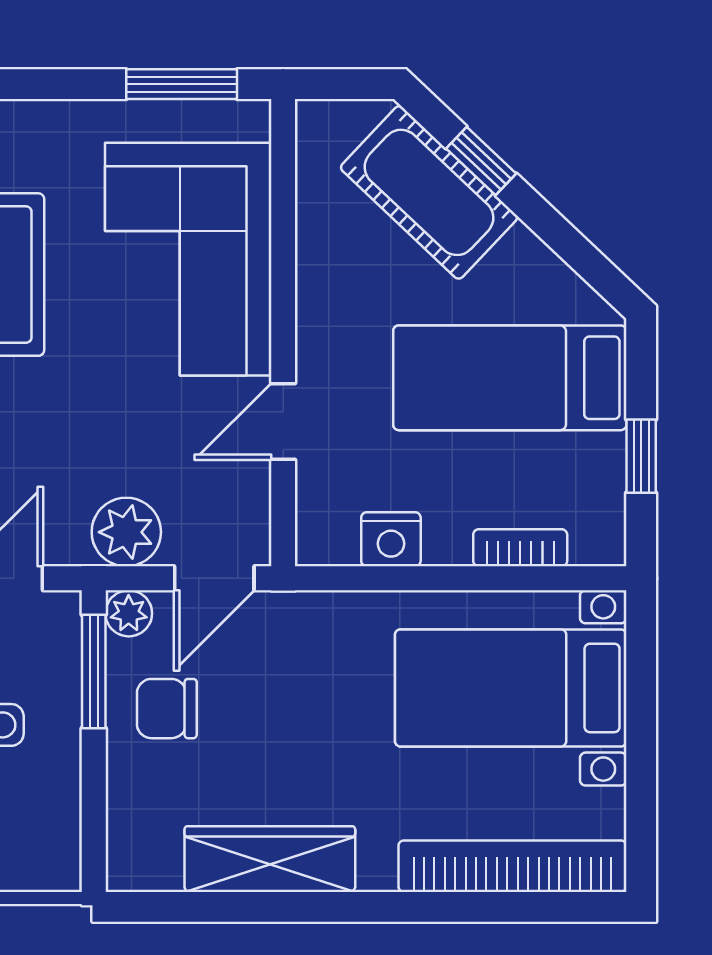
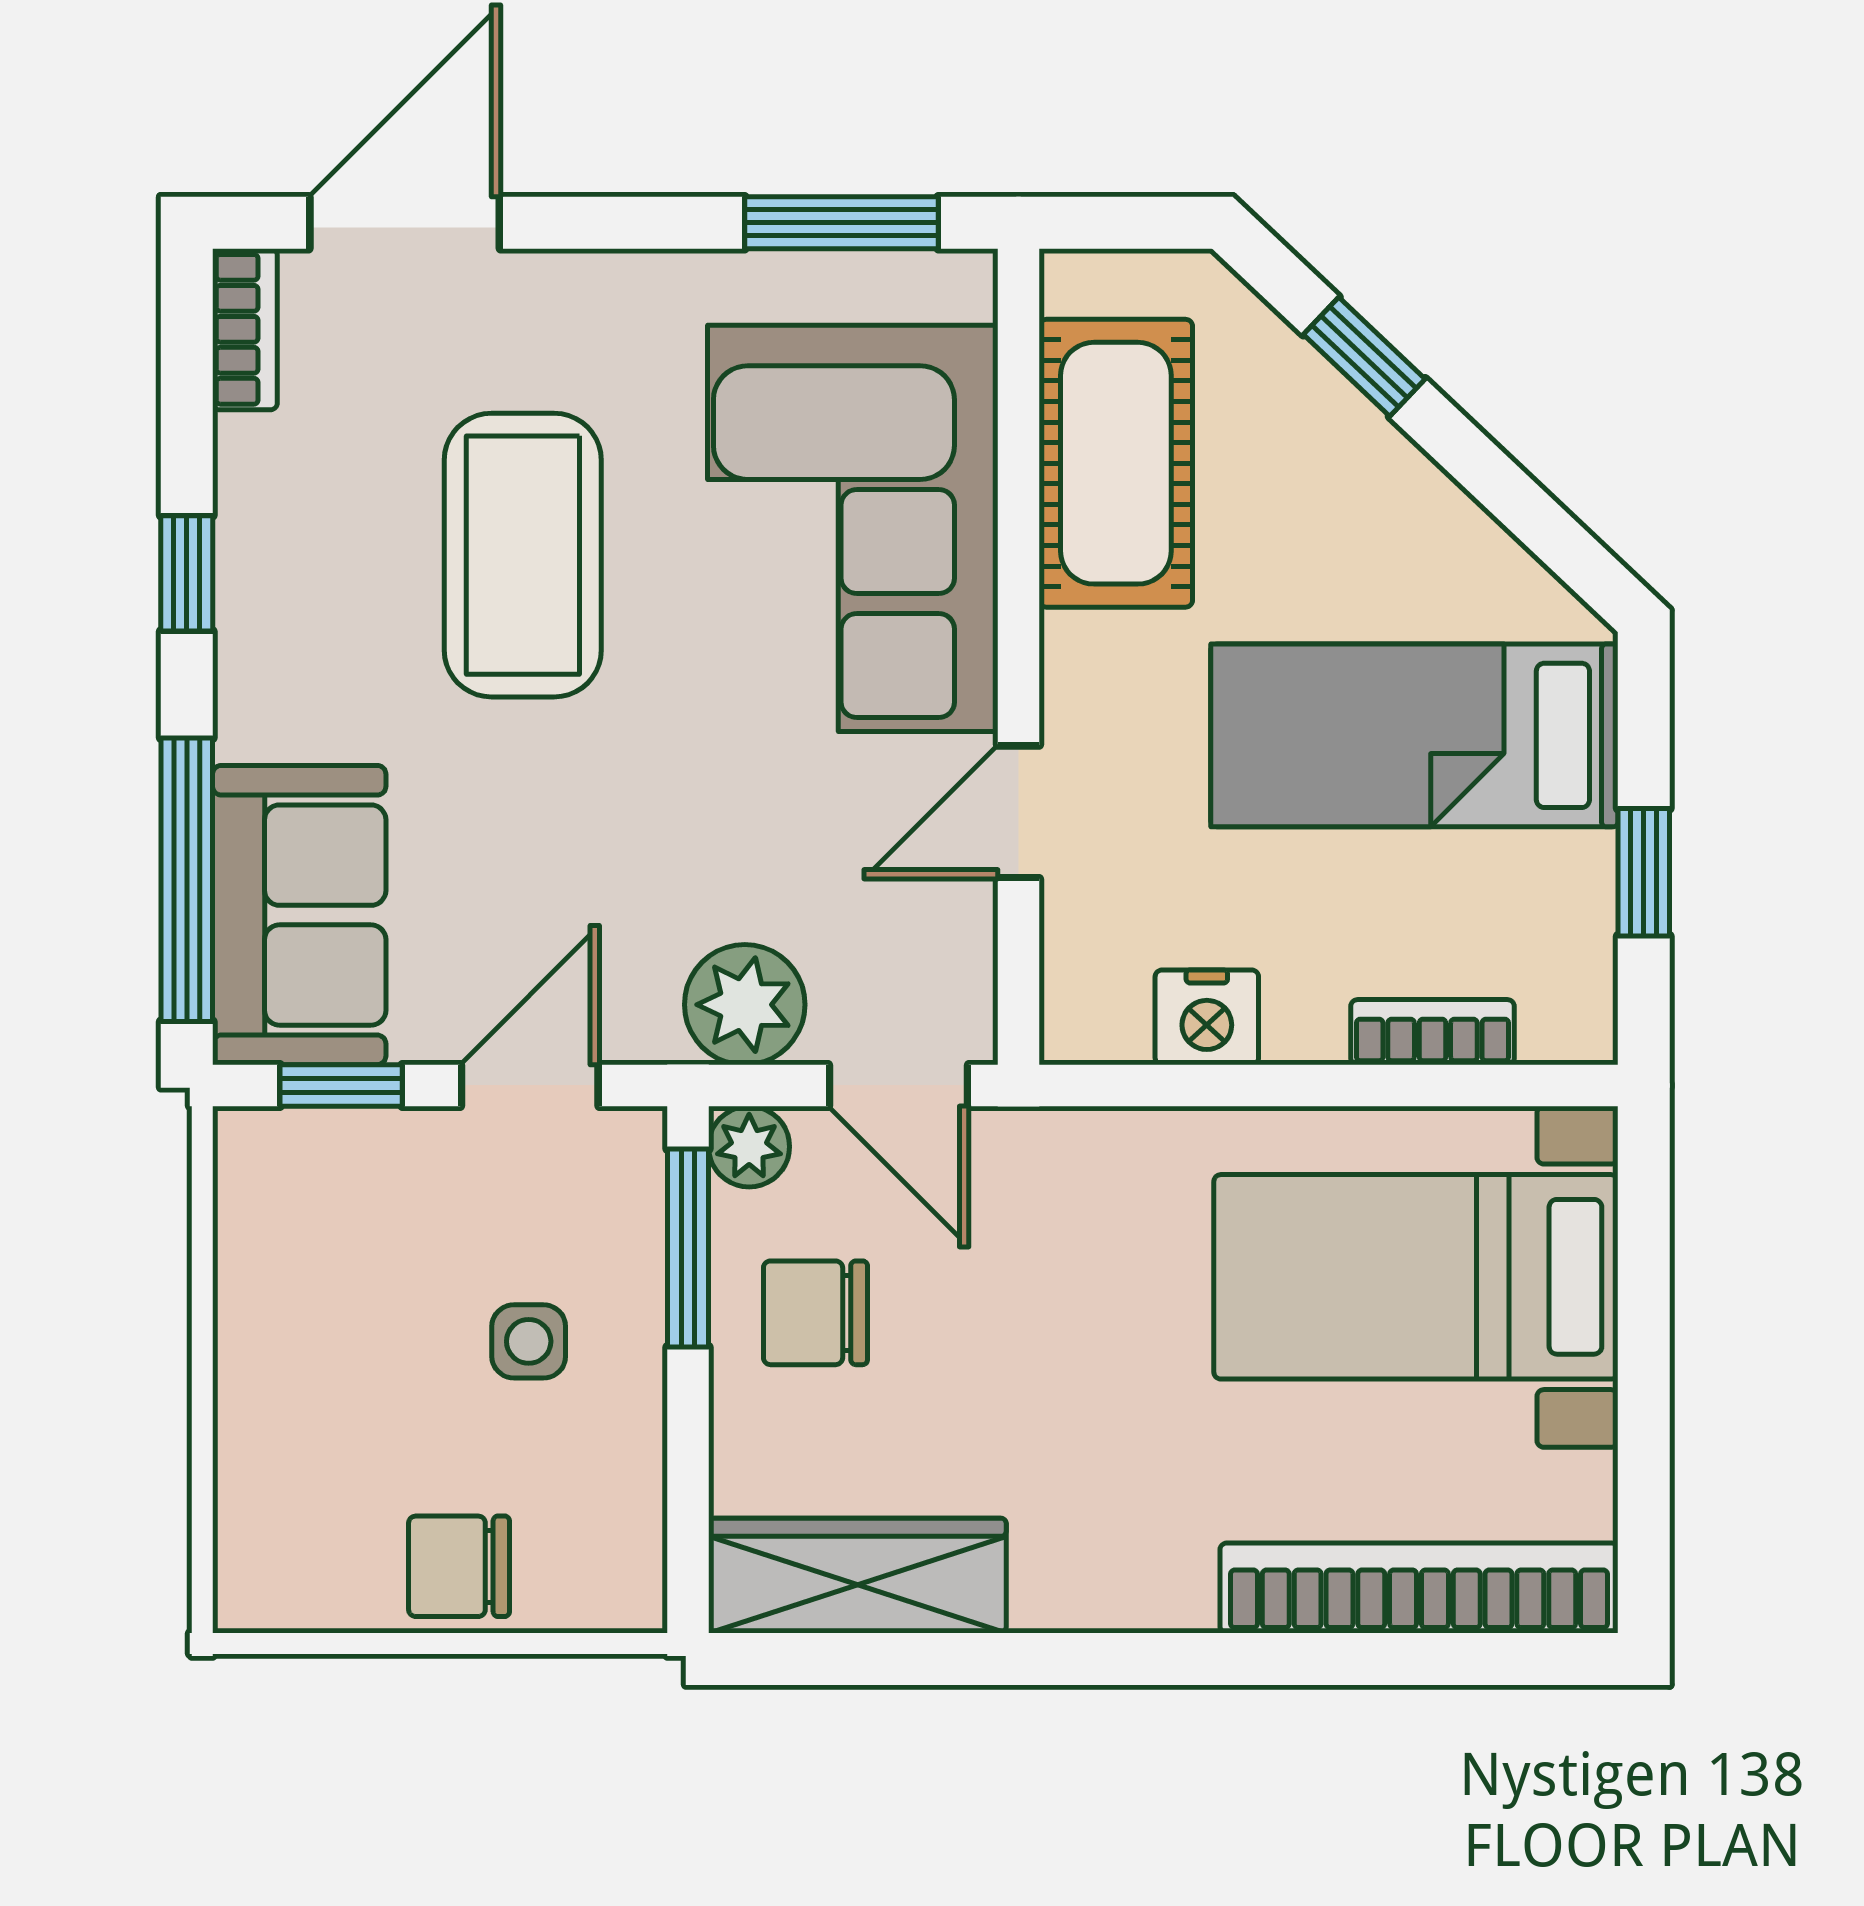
cot: (429, 192) -> (1116, 463), moved, turned 47
door: (214, 578) -> (898, 1085), hinge flipped
wardrobe: (270, 859) -> (857, 1576), moved

